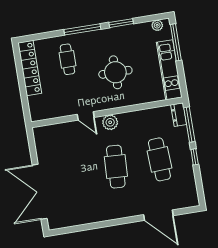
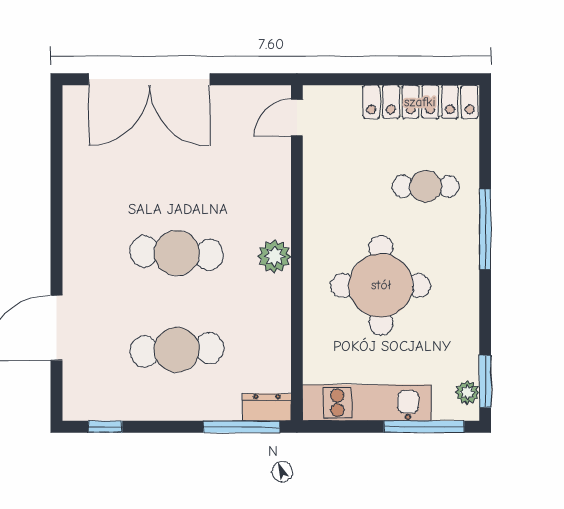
window: (121, 23) -> (485, 381), moved
round table: (115, 72) -> (381, 285), width x1.36, depth x1.36
door: (86, 116) -> (297, 118), moved
window: (195, 157) -> (105, 427), moved
double door: (40, 192) -> (149, 79), swing flipped

